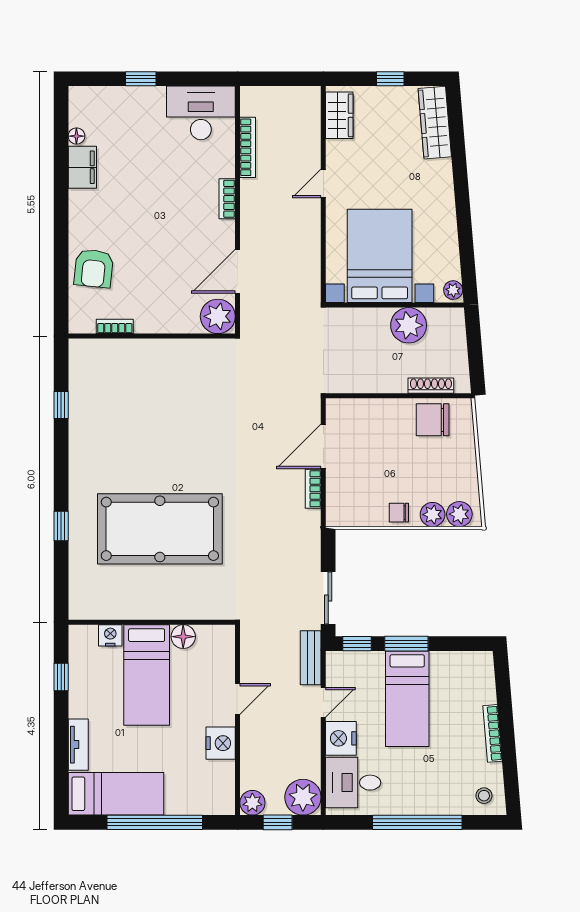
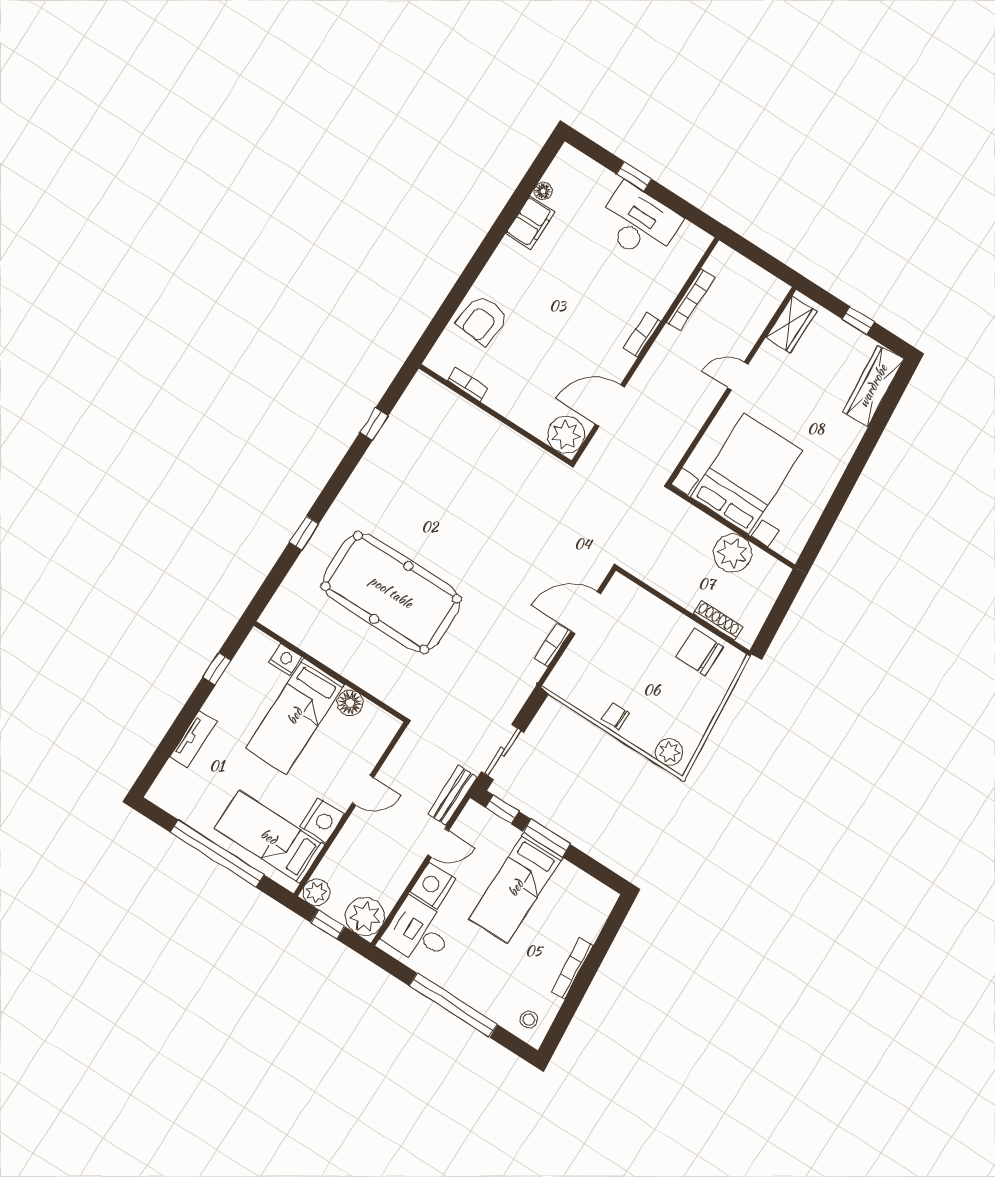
desk: (201, 113) -> (639, 223), moved
plant: (453, 290) -> (793, 547), removed
plant: (433, 515) -> (645, 737), removed
bed: (116, 794) -> (269, 837), moved, turned 180

